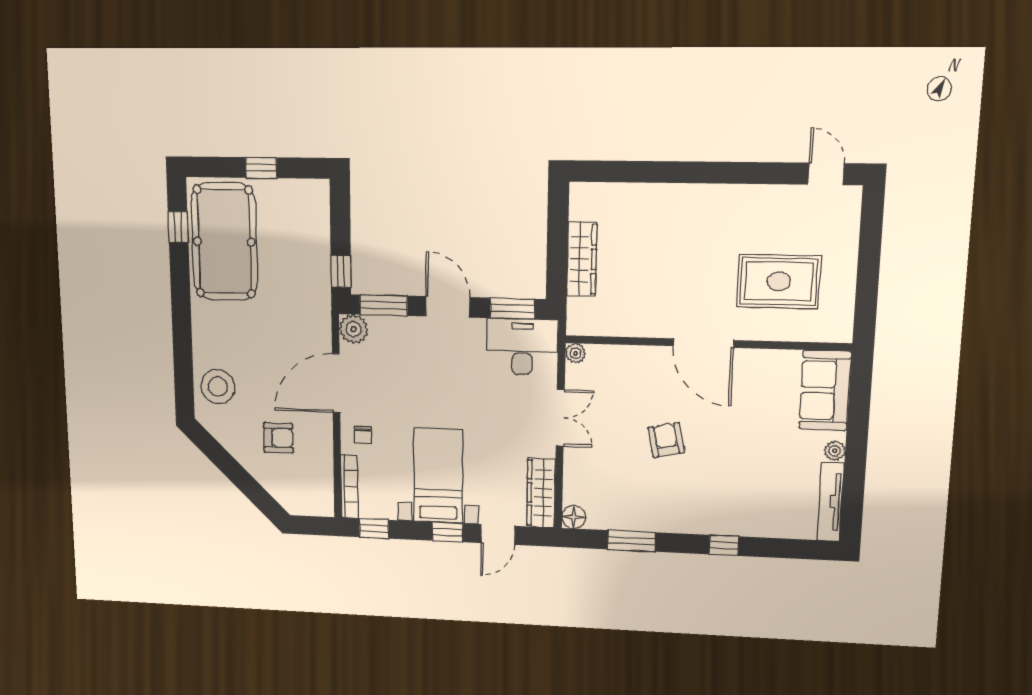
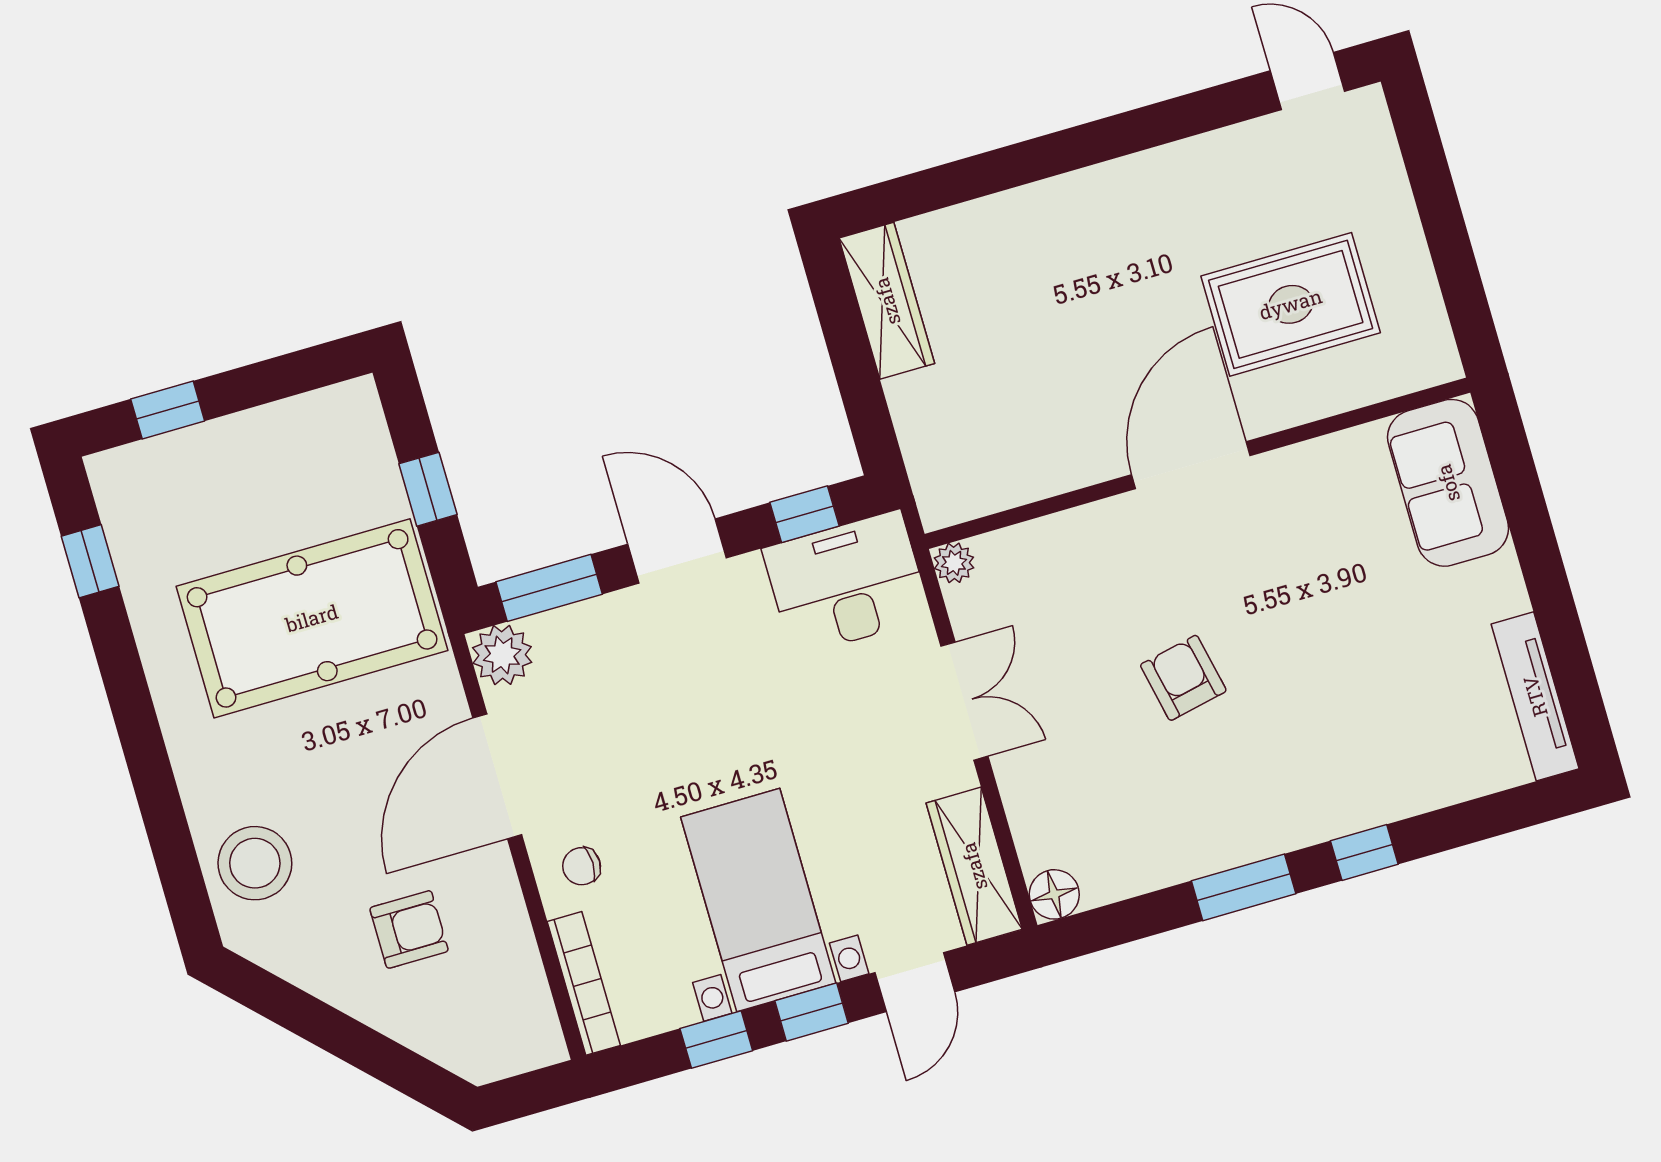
window: (261, 168) -> (168, 410), moved
pool table: (224, 242) -> (312, 618), moved, turned 90
wardrobe: (582, 259) -> (887, 301), moved
window: (341, 271) -> (428, 489), moved
window: (512, 308) -> (804, 514), width x0.67
door: (703, 343) -> (1191, 465), swing flipped
chair: (363, 435) -> (582, 866), turned 89
plant: (835, 451) -> (1507, 594), removed
window: (374, 529) -> (716, 1040), moved
window: (631, 541) -> (1244, 887), moved

